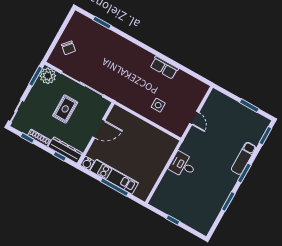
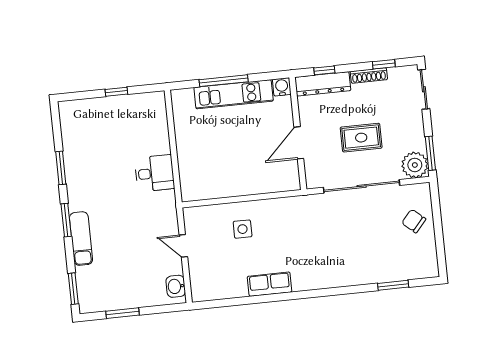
washbasin: (213, 100) -> (176, 286), added
rug: (65, 109) -> (361, 138), turned 90

